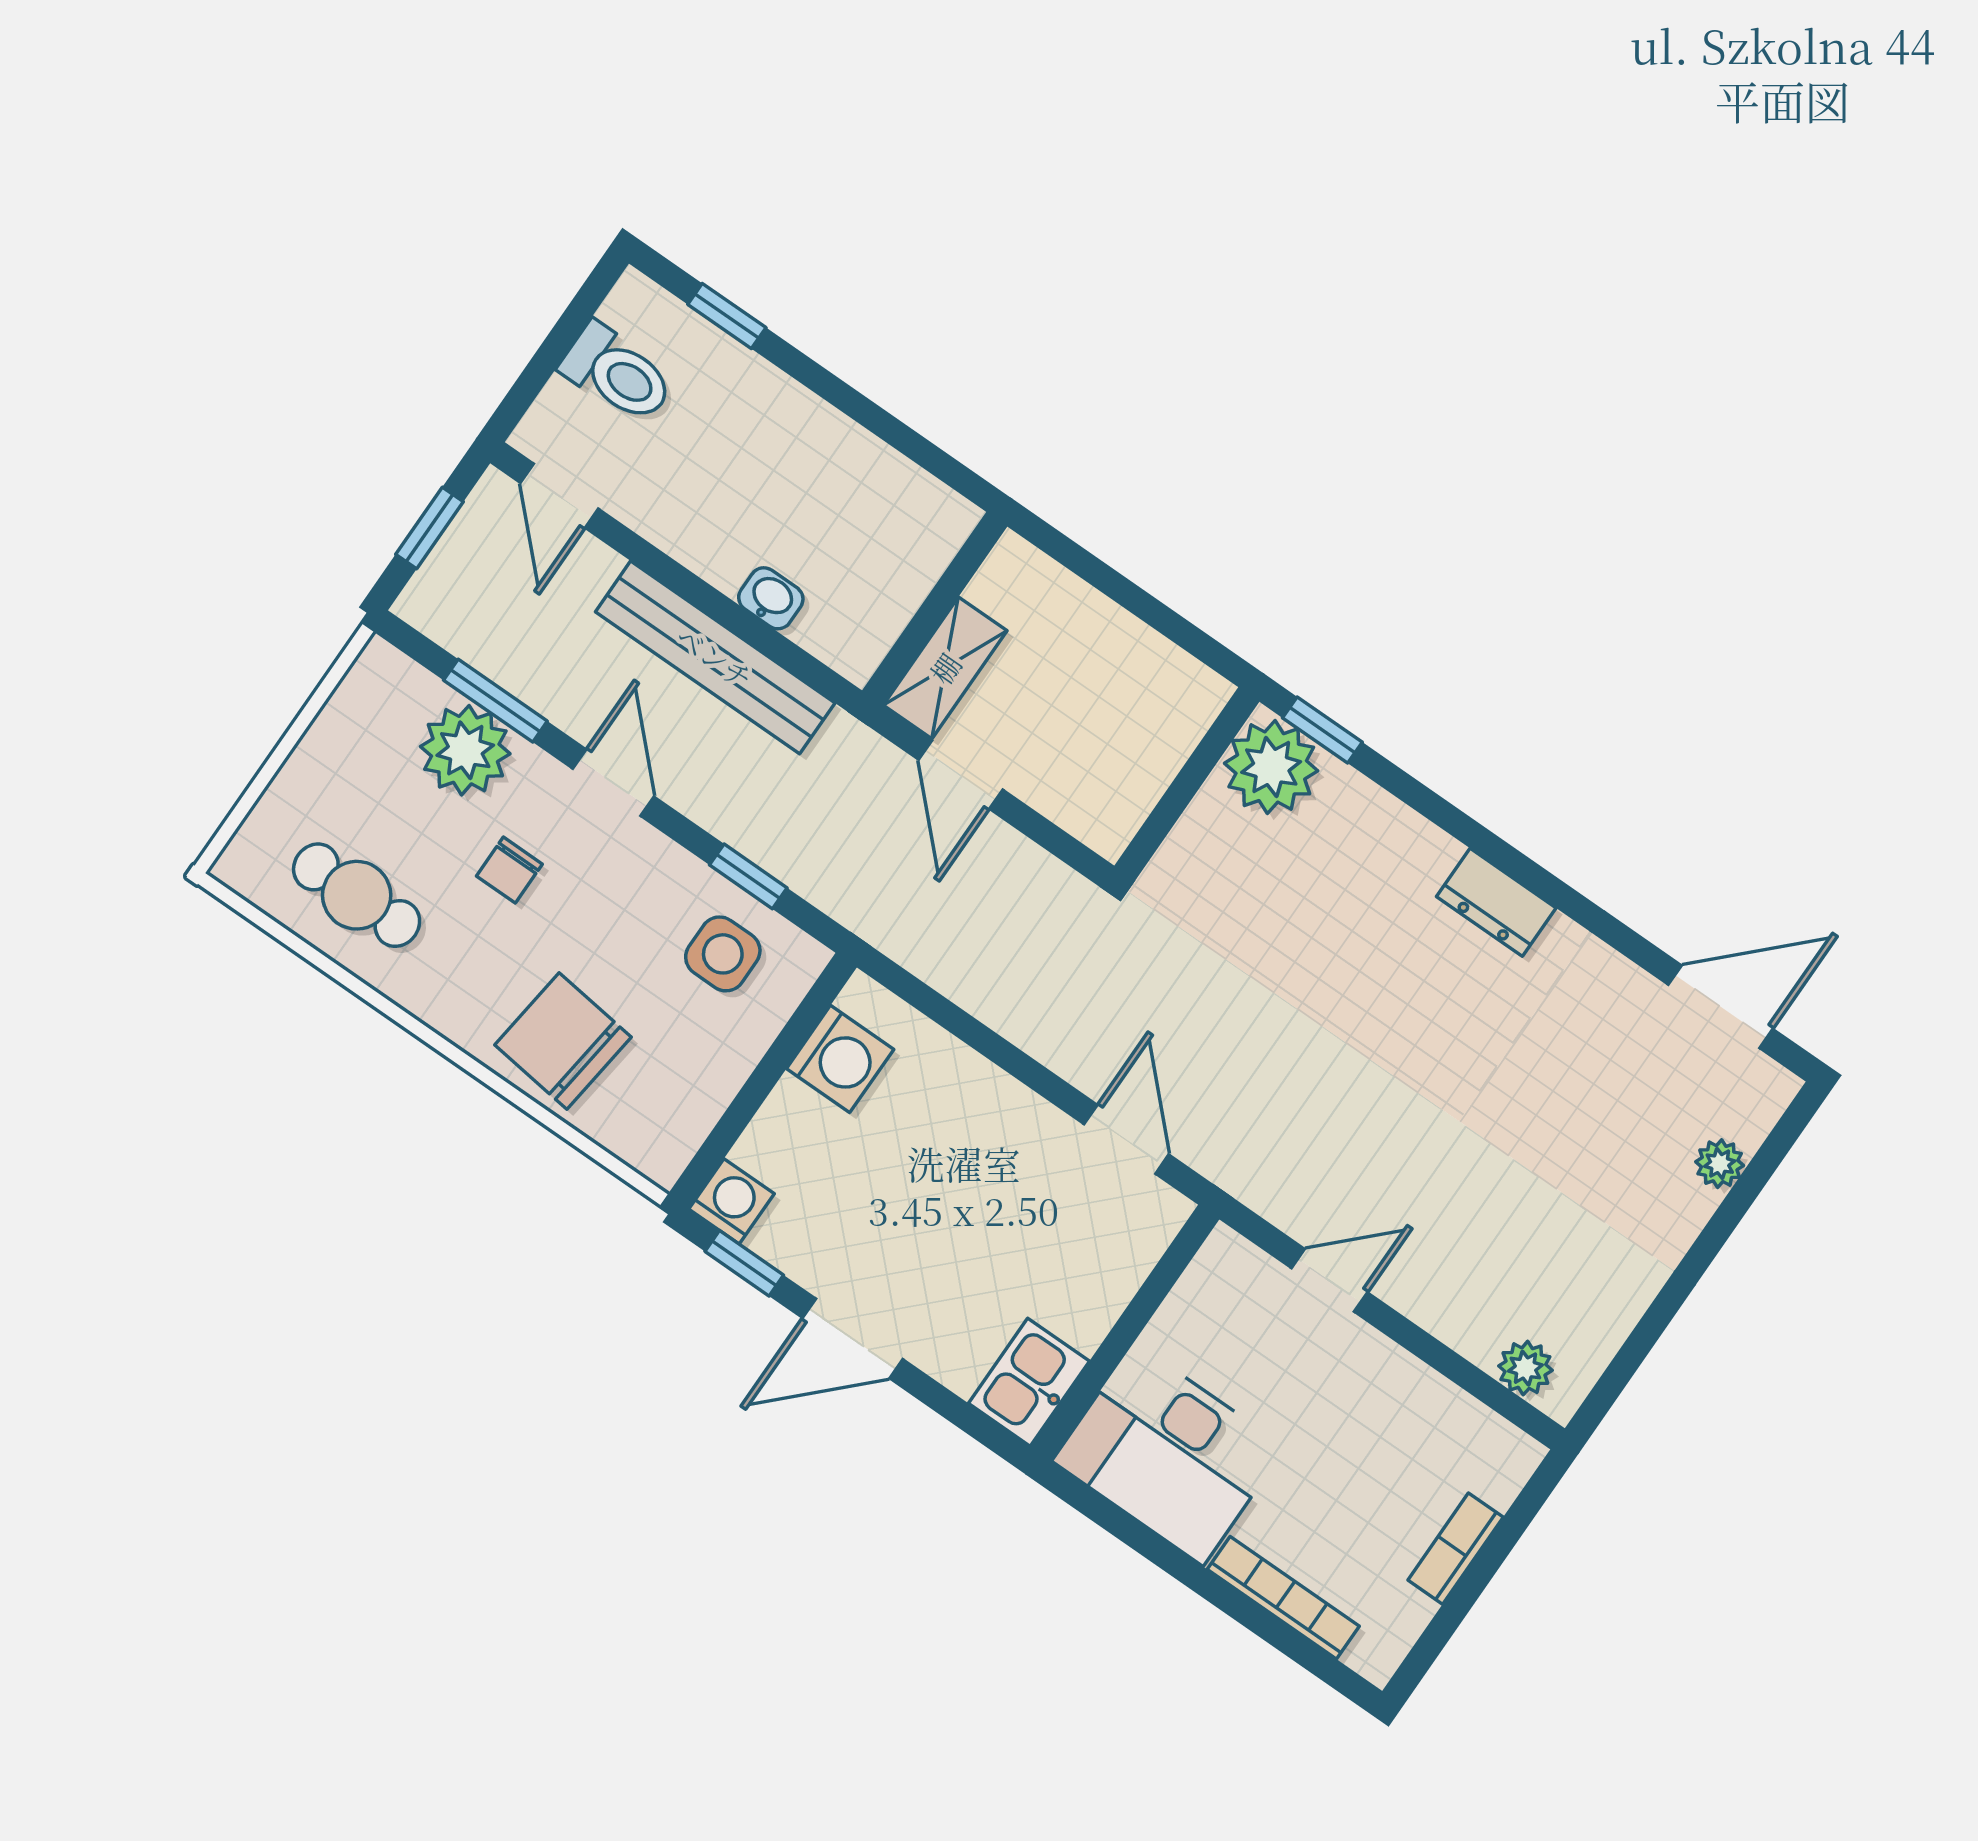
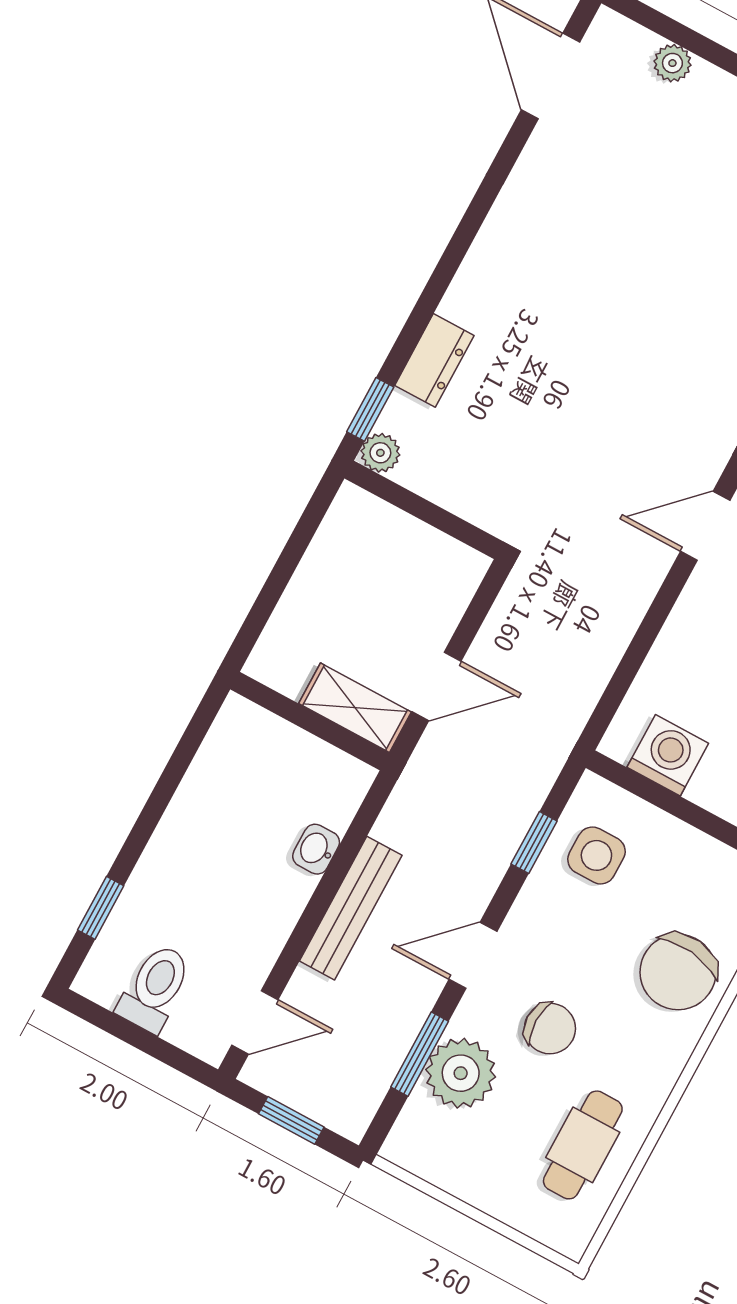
bench: (715, 657) -> (351, 908), width x0.73, depth x0.82
plant: (1271, 767) -> (380, 453), width x0.53, depth x0.53
chair: (509, 870) -> (550, 1029), width x1.37, depth x1.37
dresser: (1496, 902) -> (434, 360), moved

